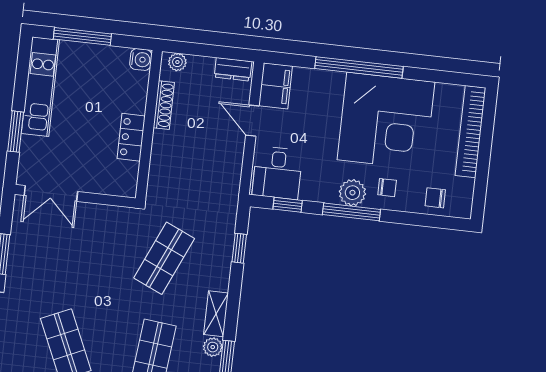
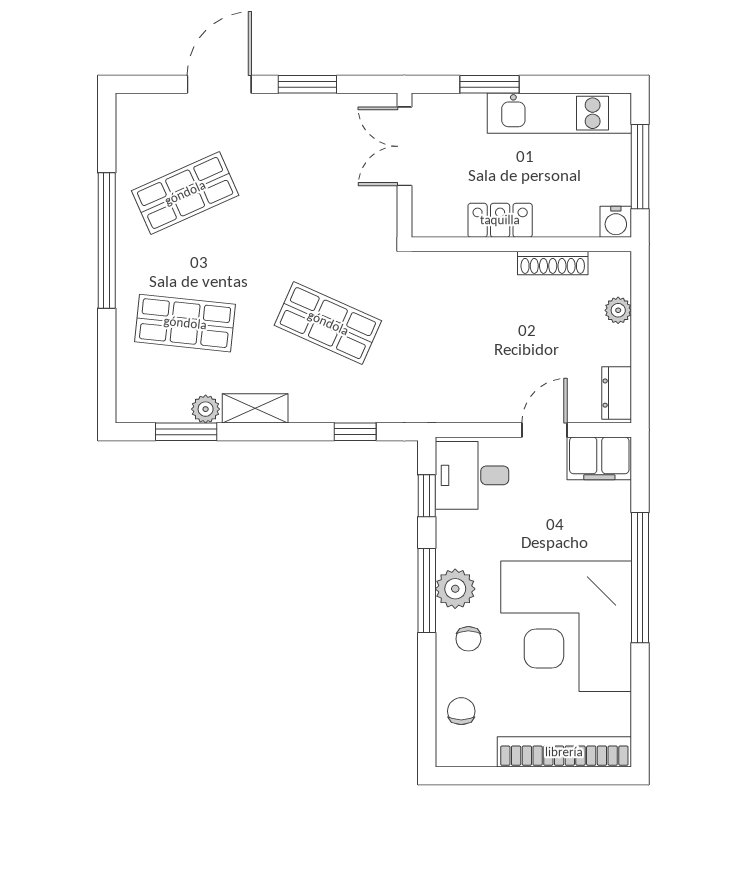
water cooler: (141, 60) -> (616, 222), moved
shoe rack: (164, 105) -> (553, 263), moved
wall: (149, 125) -> (521, 244), moved
locker: (131, 137) -> (500, 220), moved

